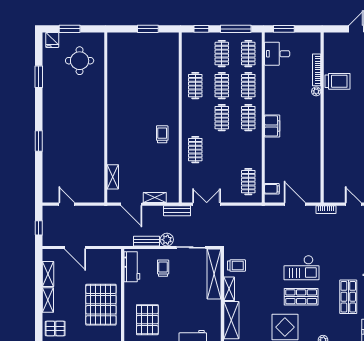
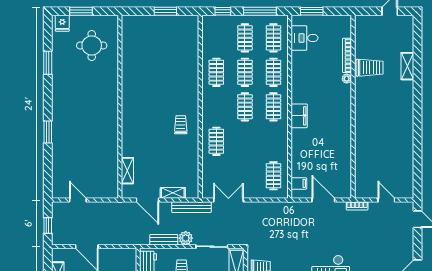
bench: (177, 211) -> (191, 207), width x1.36

